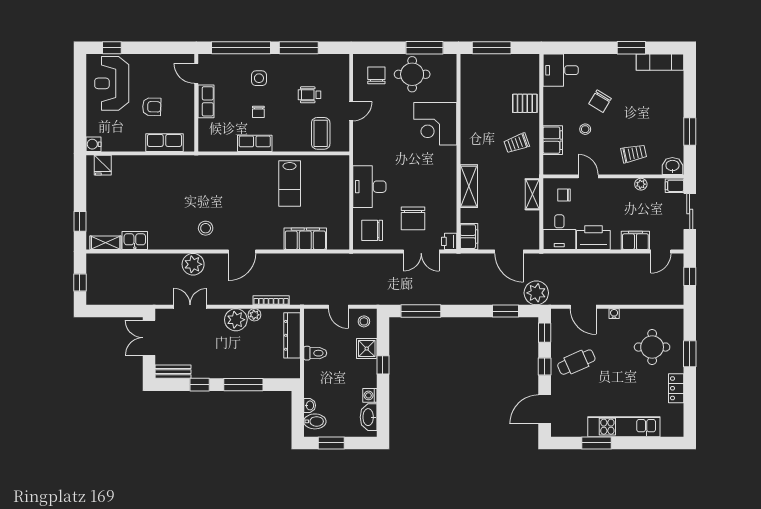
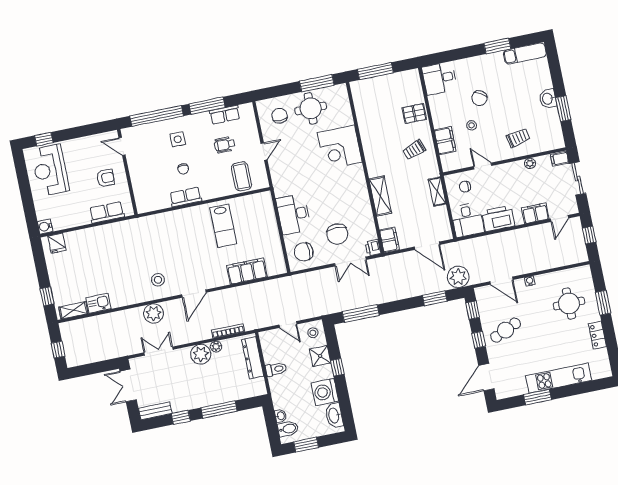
row of seats: (206, 101) -> (225, 115), moved, turned 90
armchair: (152, 107) -> (106, 178), moved
washbasin: (672, 166) -> (548, 99), moved, turned -90
washing machine: (370, 395) -> (325, 392), width x1.89, depth x1.89

